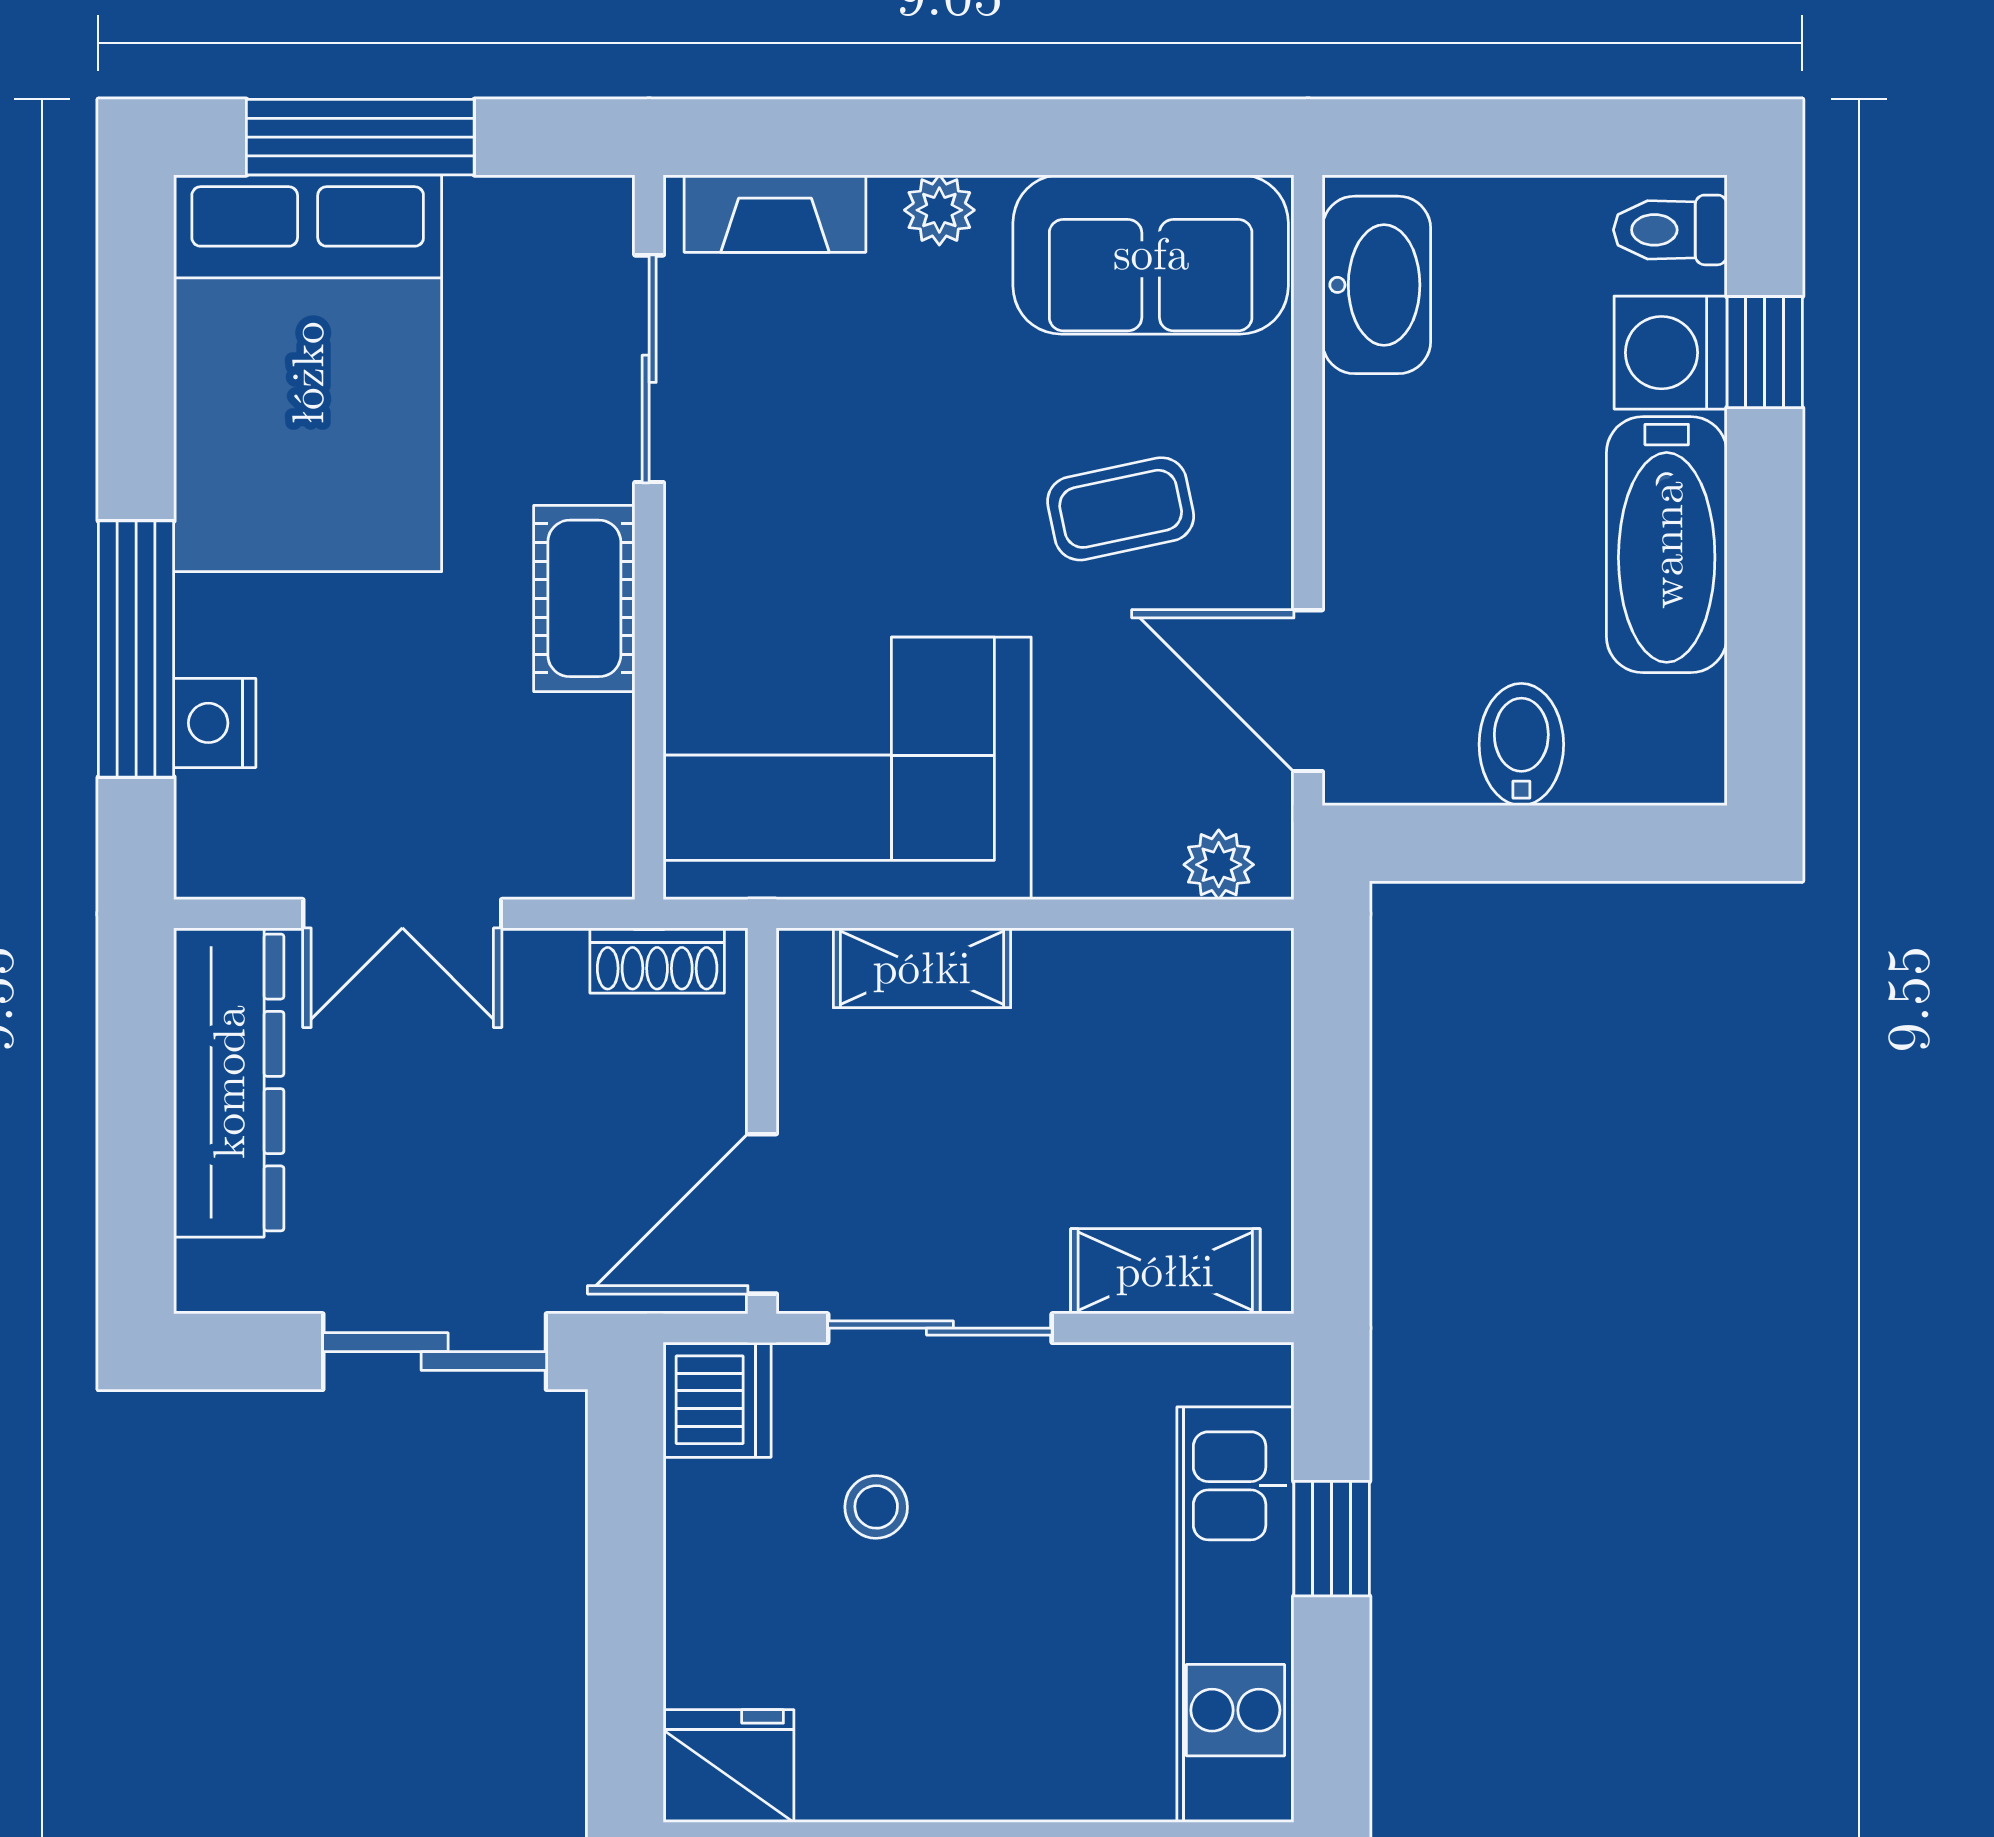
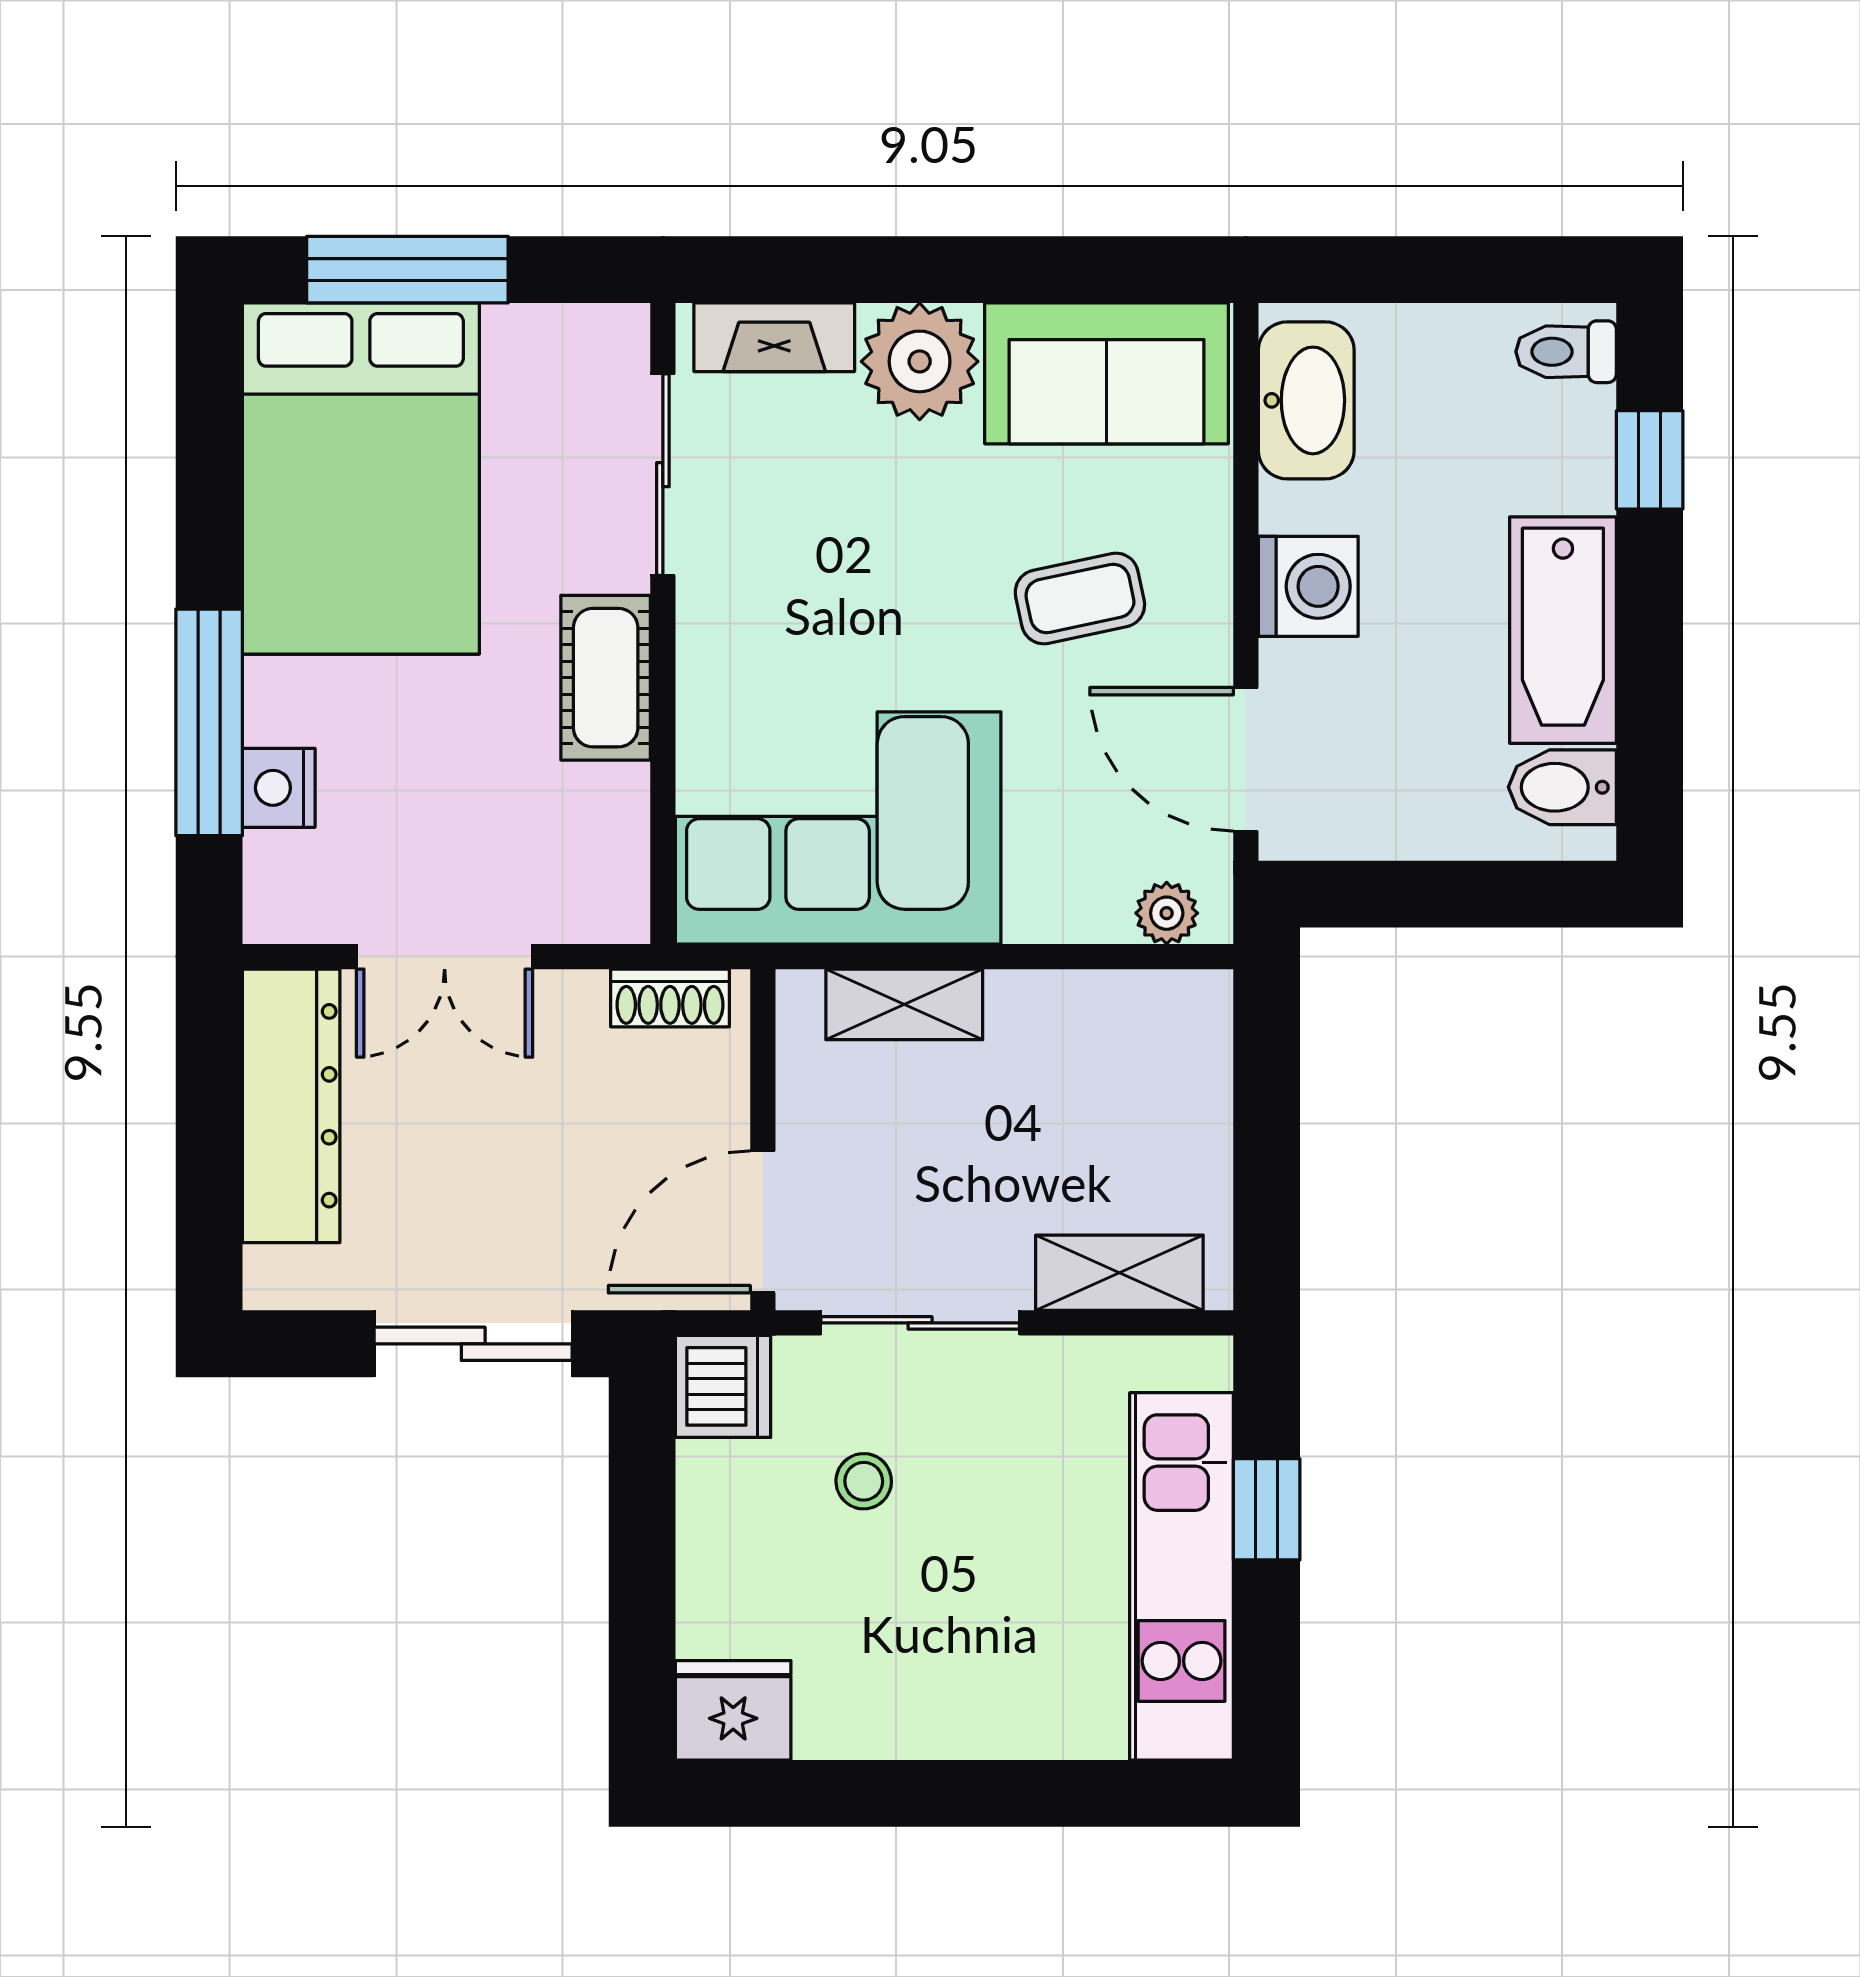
plant: (939, 210) -> (920, 361), width x1.87, depth x1.87
washing machine: (1671, 353) -> (1308, 586), moved, turned 180
bidet: (1521, 744) -> (1562, 787), moved, turned -90

